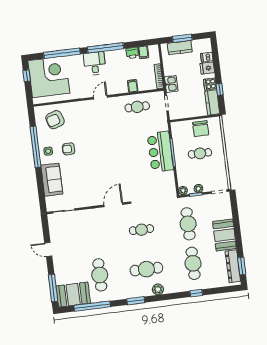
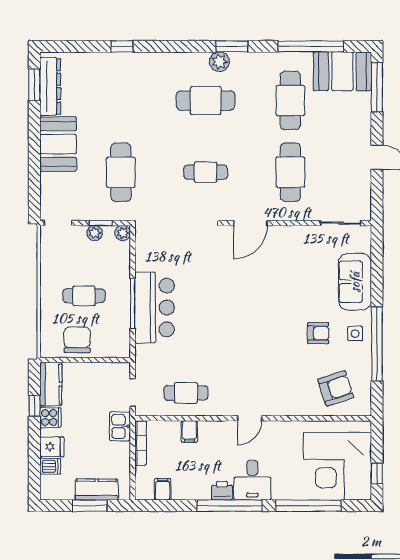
printer: (132, 53) -> (222, 491), moved
cafe table: (193, 263) -> (290, 172), moved
plant: (158, 289) -> (219, 62), moved

